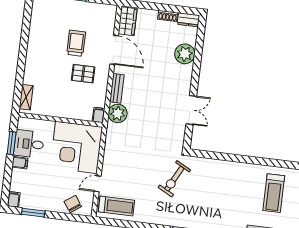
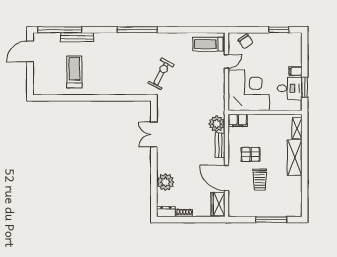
shelving: (33, 64) -> (295, 158), added
filing cabinet: (99, 115) -> (238, 120), width x2.00
filing cabinet: (14, 199) -> (297, 39), removed

